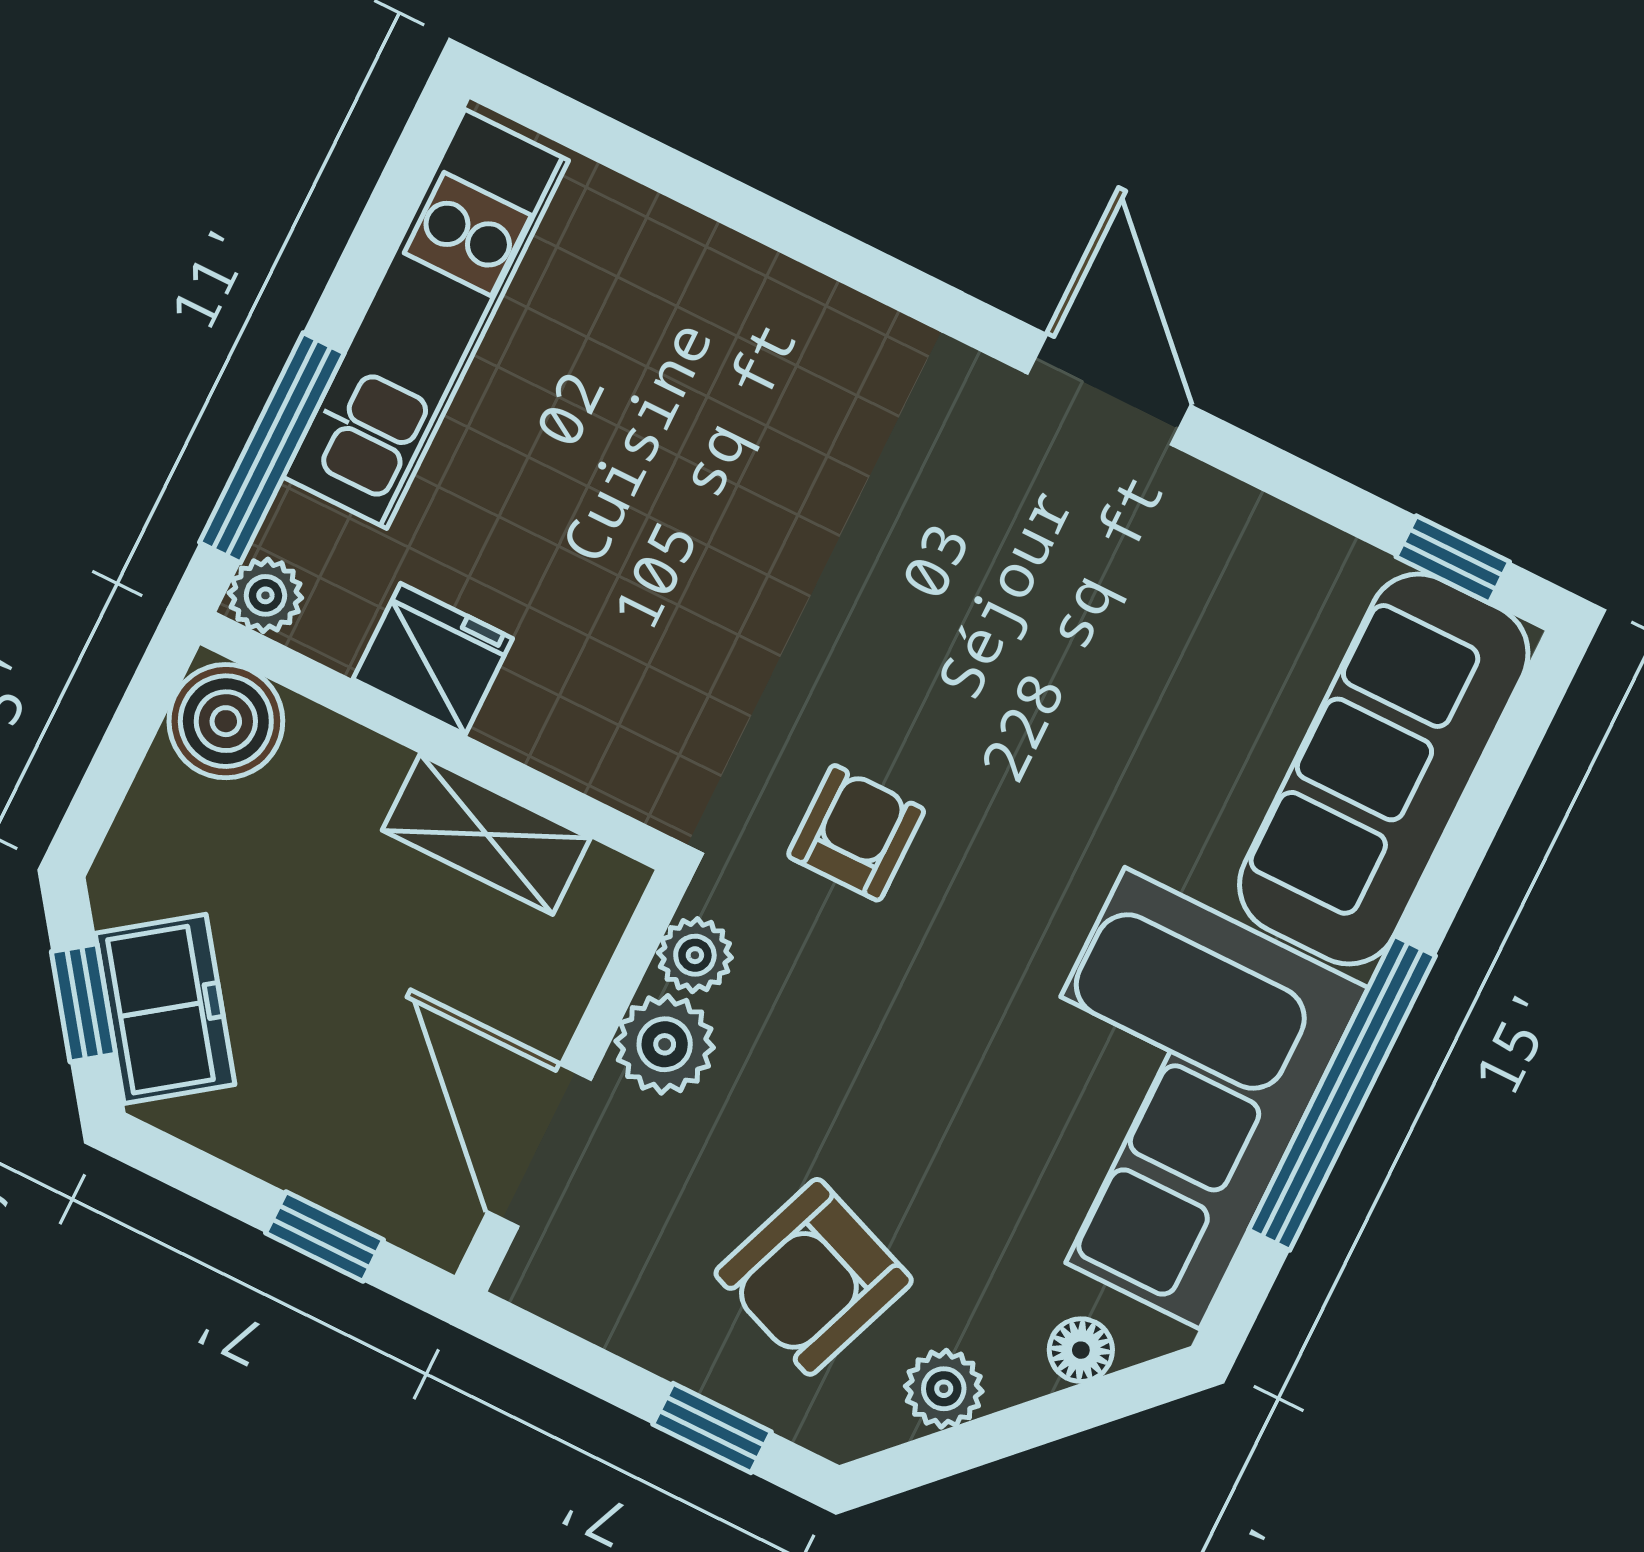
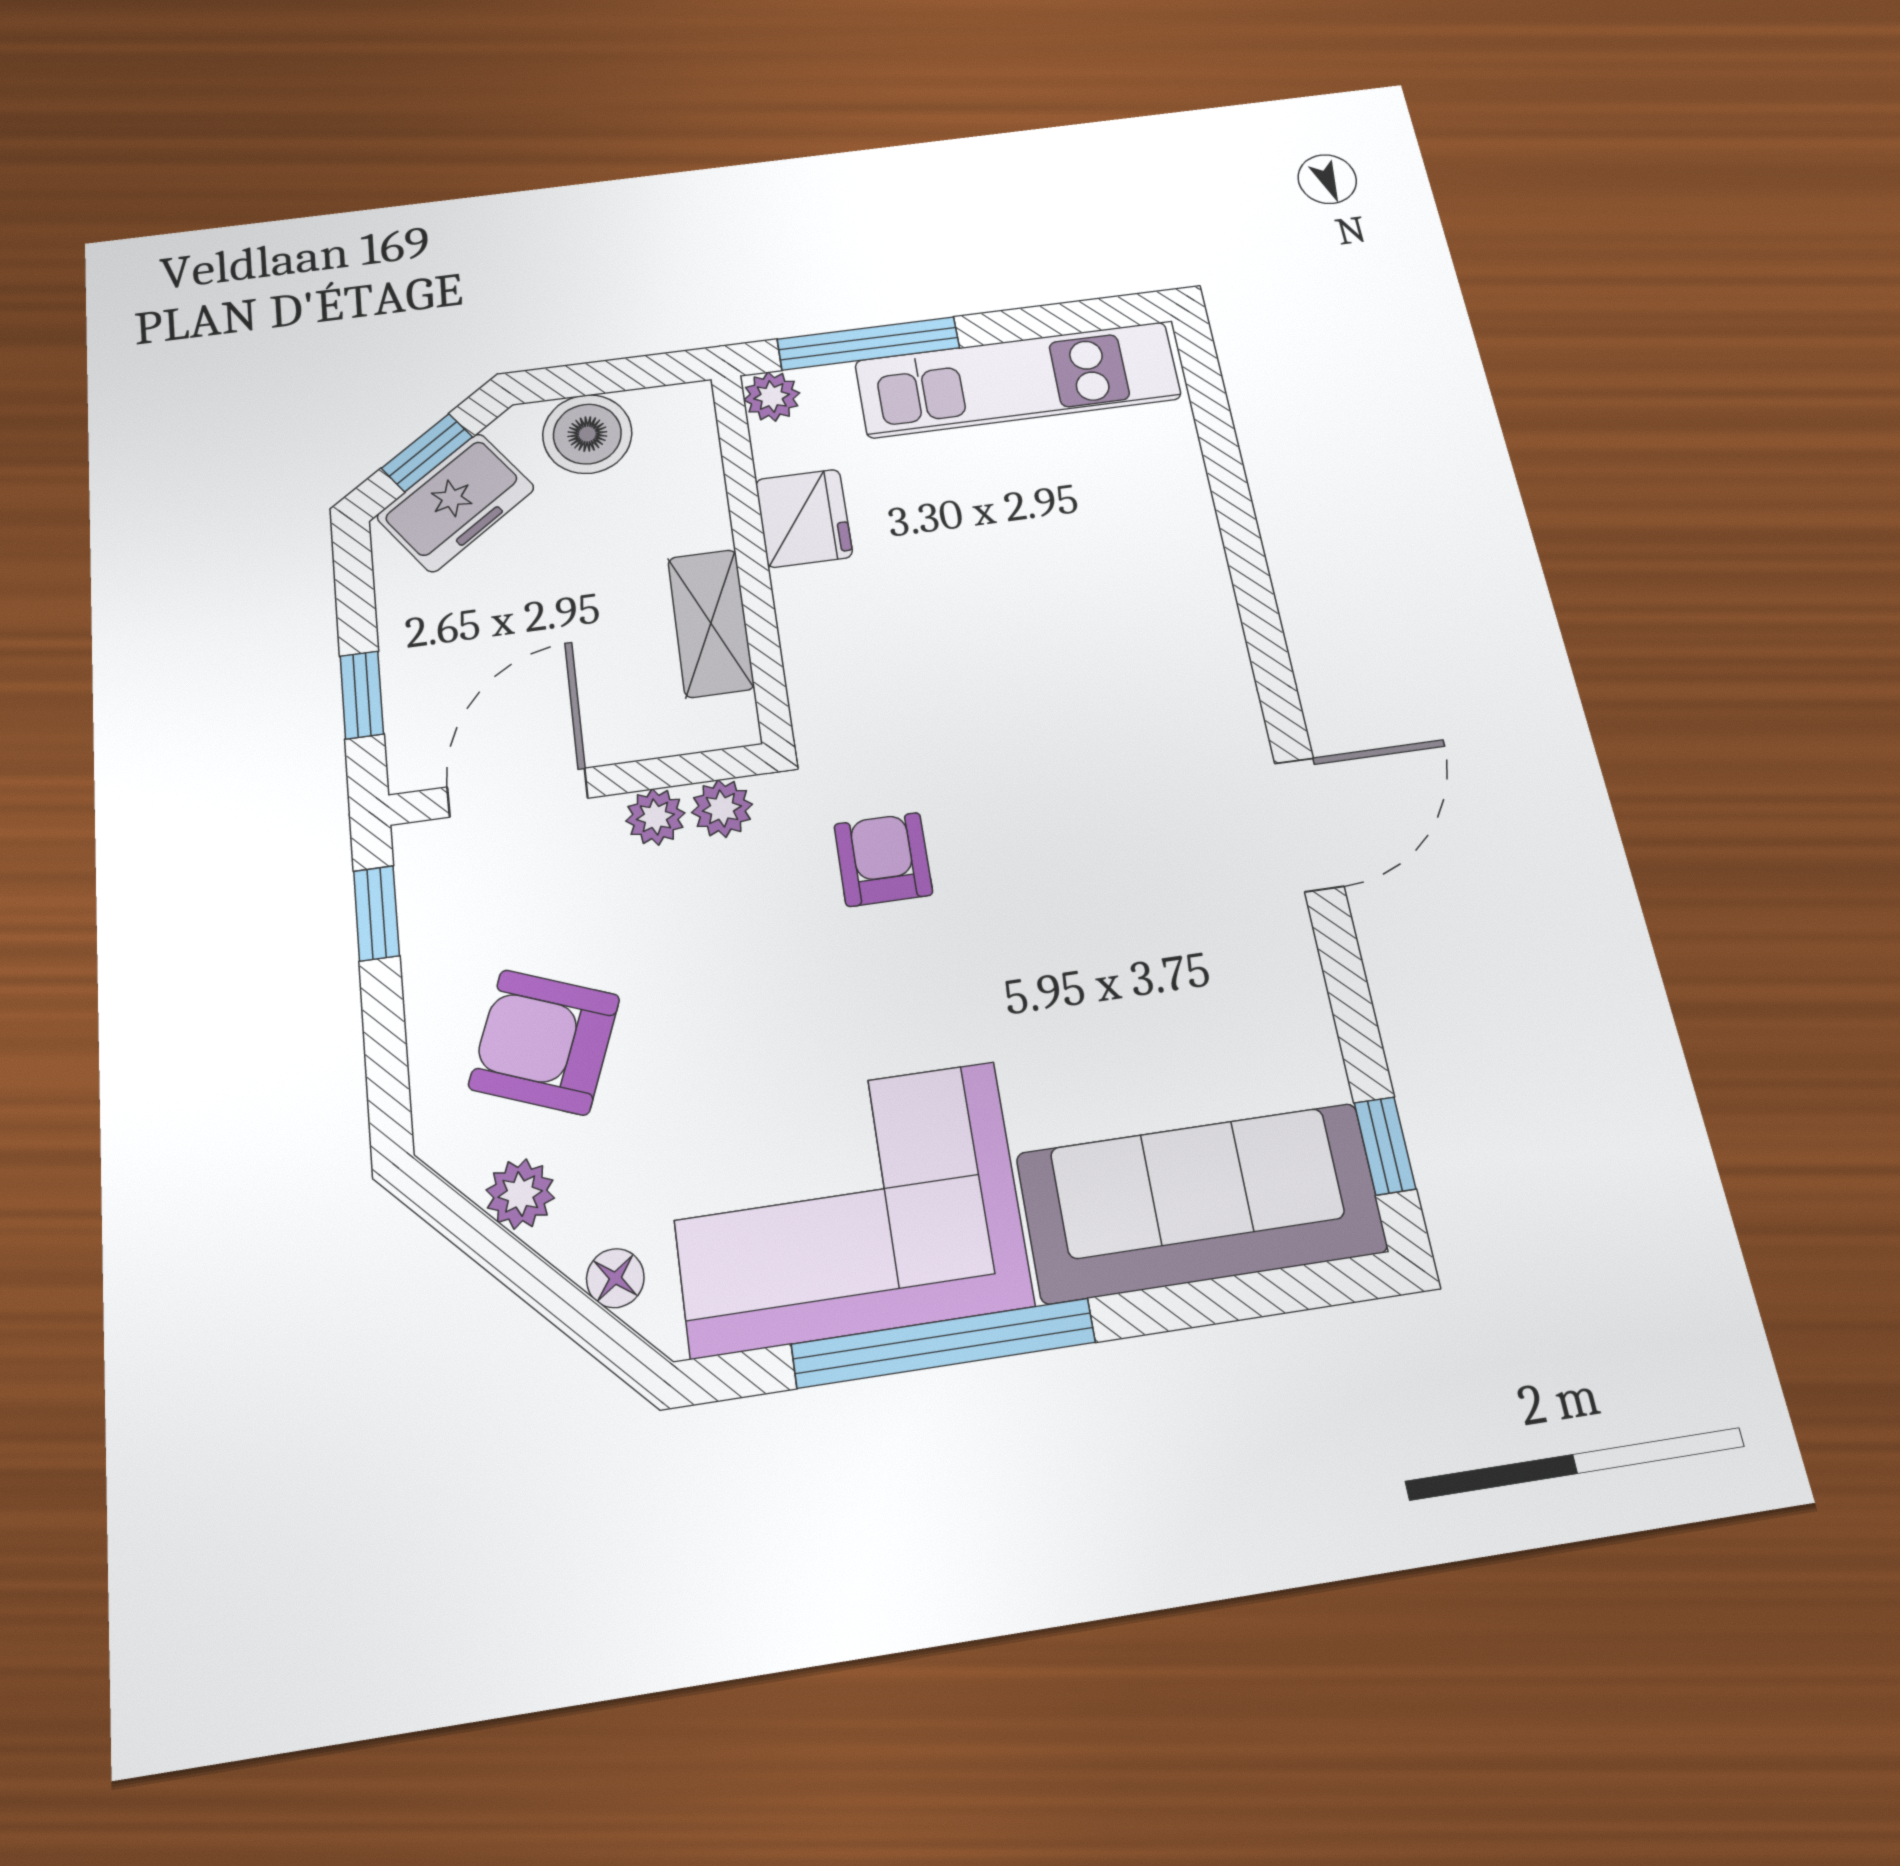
boiler: (226, 721) -> (587, 434), moved
armchair: (856, 833) -> (883, 859), turned -90
plant: (665, 1044) -> (655, 817), width x0.73, depth x0.73
window: (712, 1428) -> (376, 913), moved

